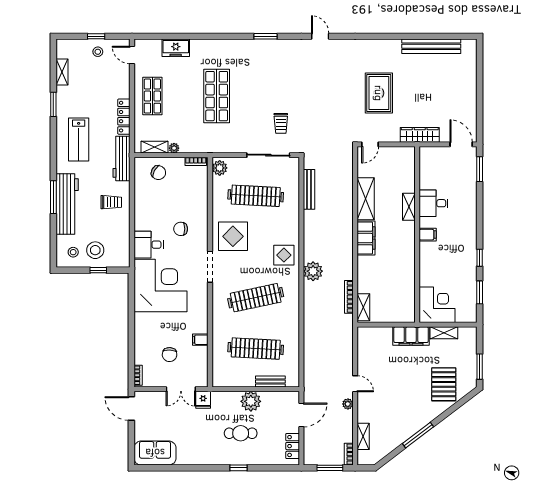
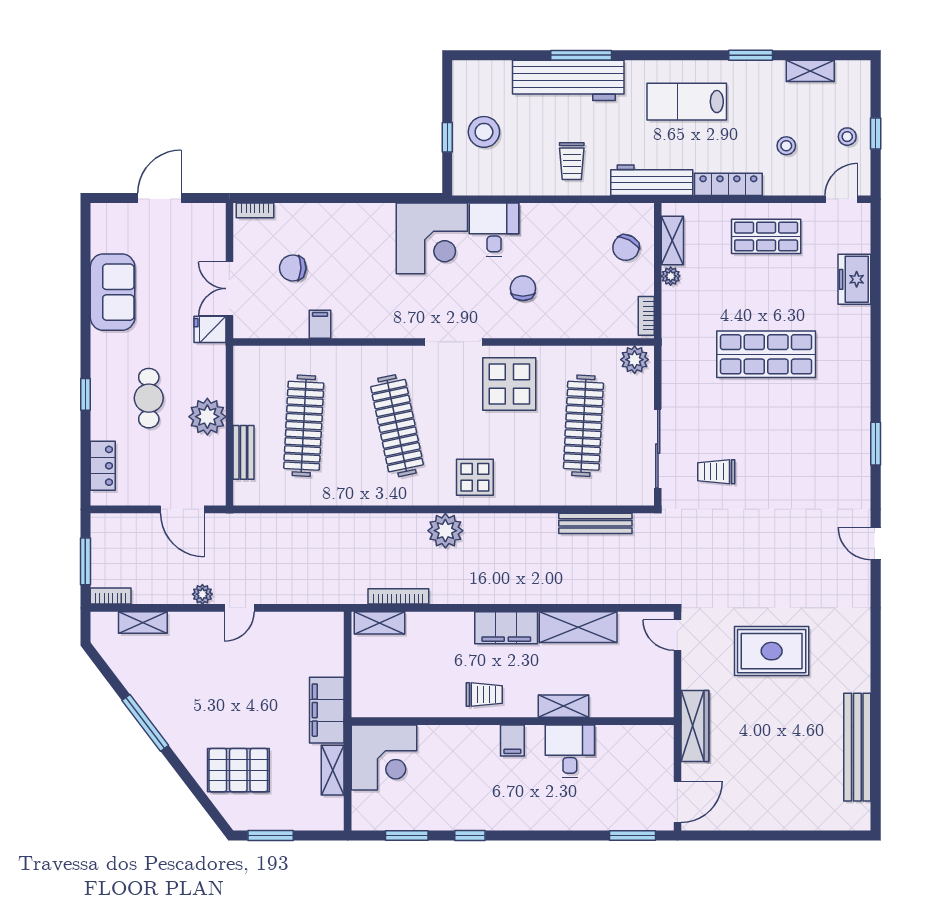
door: (320, 36) -> (876, 544), swing flipped
trolley: (403, 250) -> (484, 695), added
stool: (73, 252) -> (786, 146), moved
corner desk: (160, 286) -> (432, 238), width x0.74, depth x0.74
door: (131, 409) -> (160, 198), moved
locker: (293, 446) -> (103, 466), moved, turned 90
sofa: (155, 453) -> (113, 292), moved

